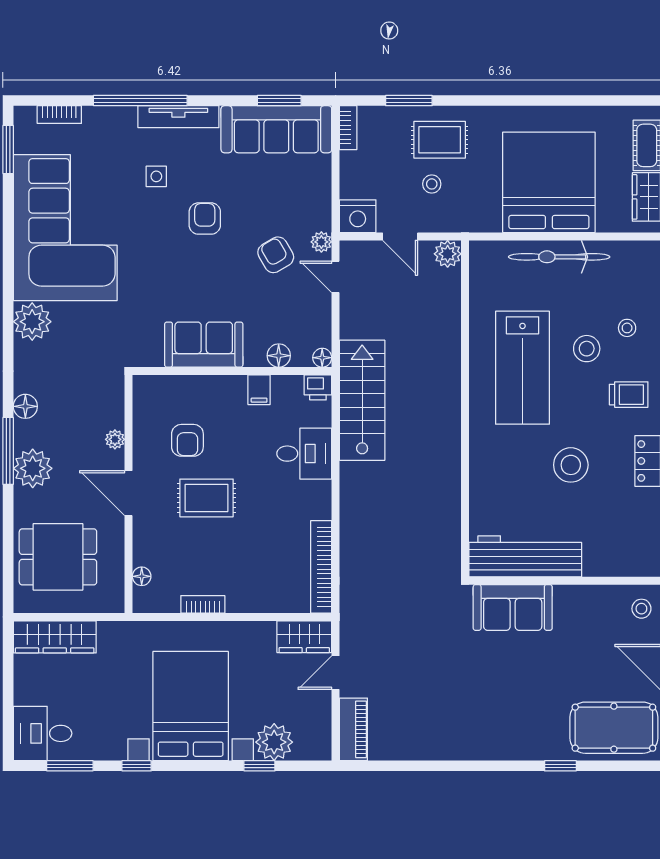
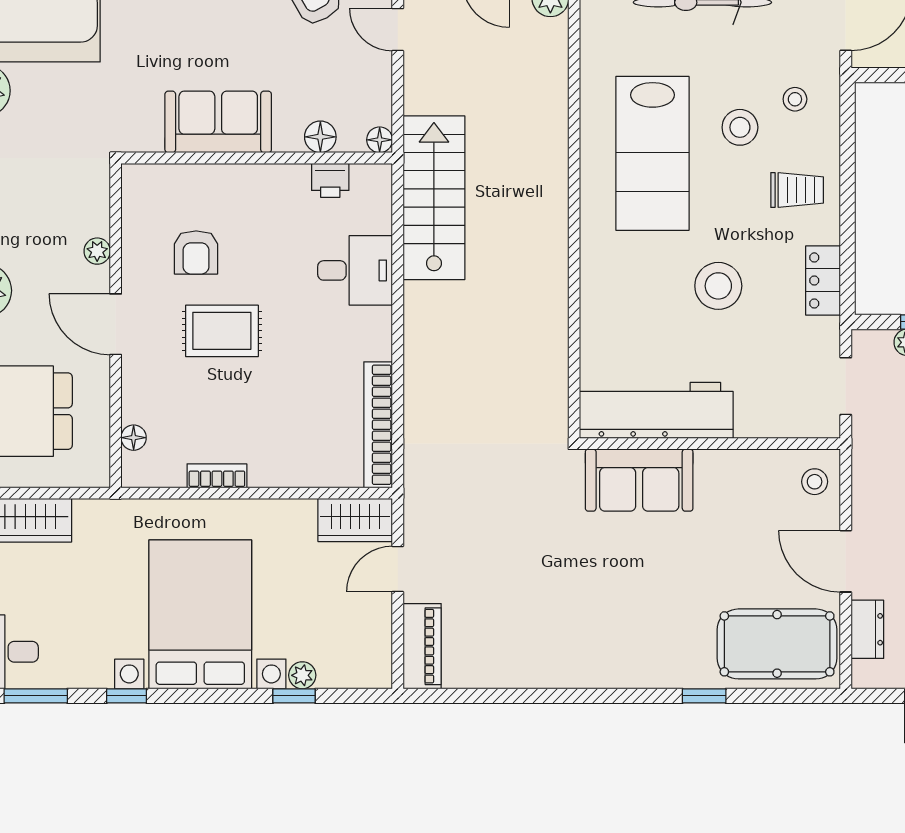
printer: (318, 387) -> (330, 180), moved
filing cabinet: (259, 390) -> (294, 183), removed
plant: (274, 742) -> (302, 675), width x0.53, depth x0.53

